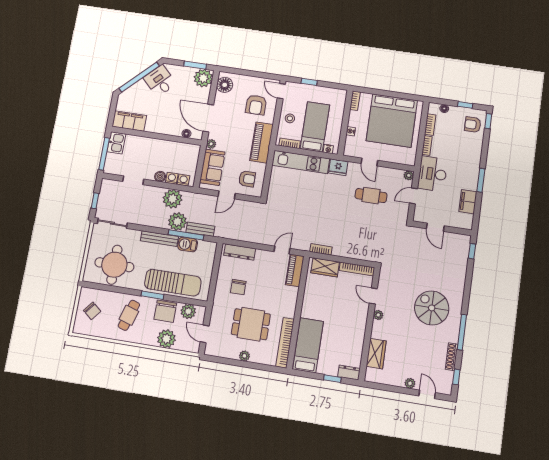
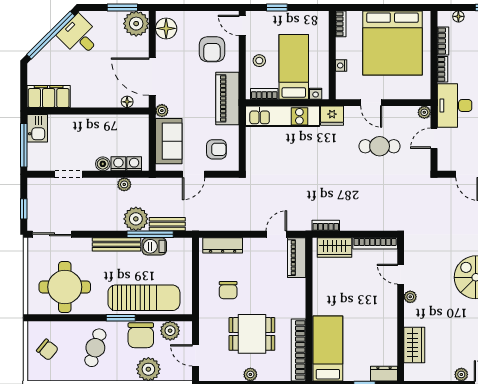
plant: (173, 199) -> (124, 184), width x0.53, depth x0.53

